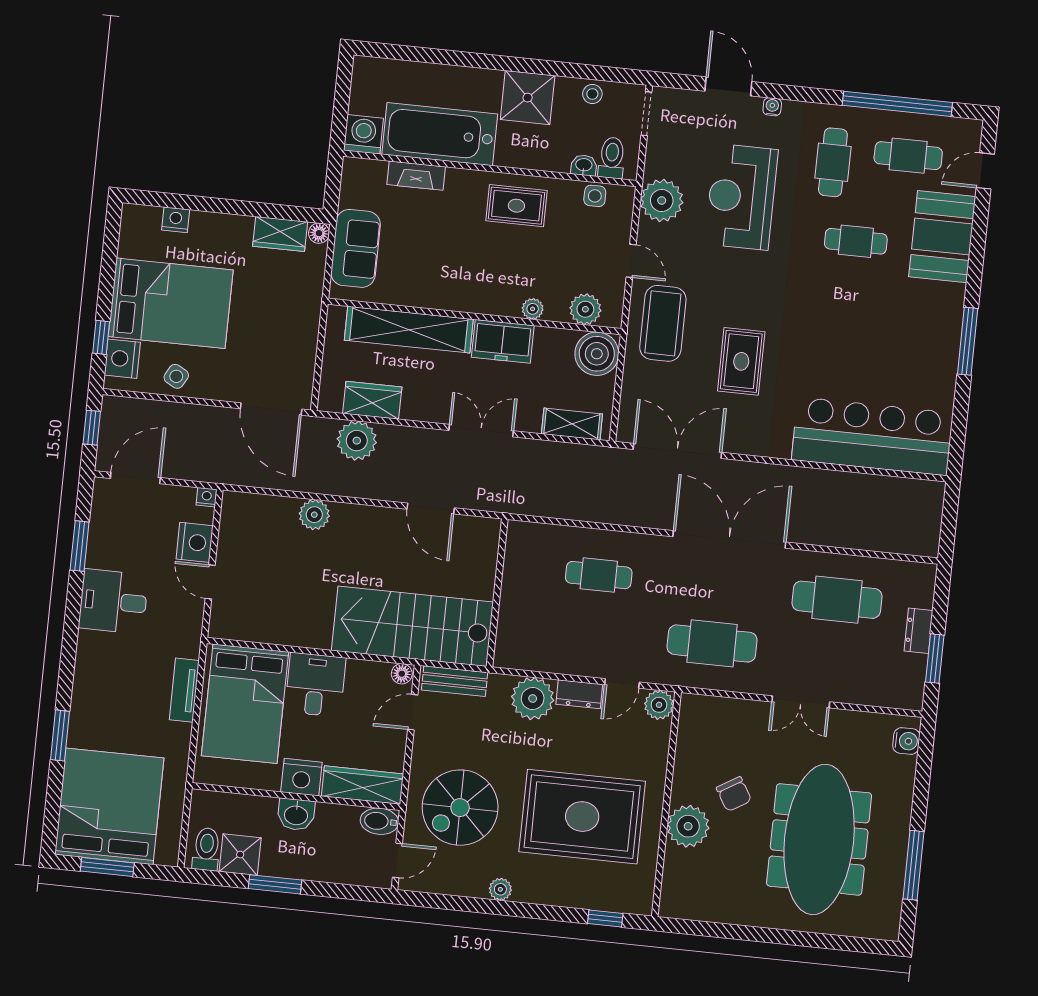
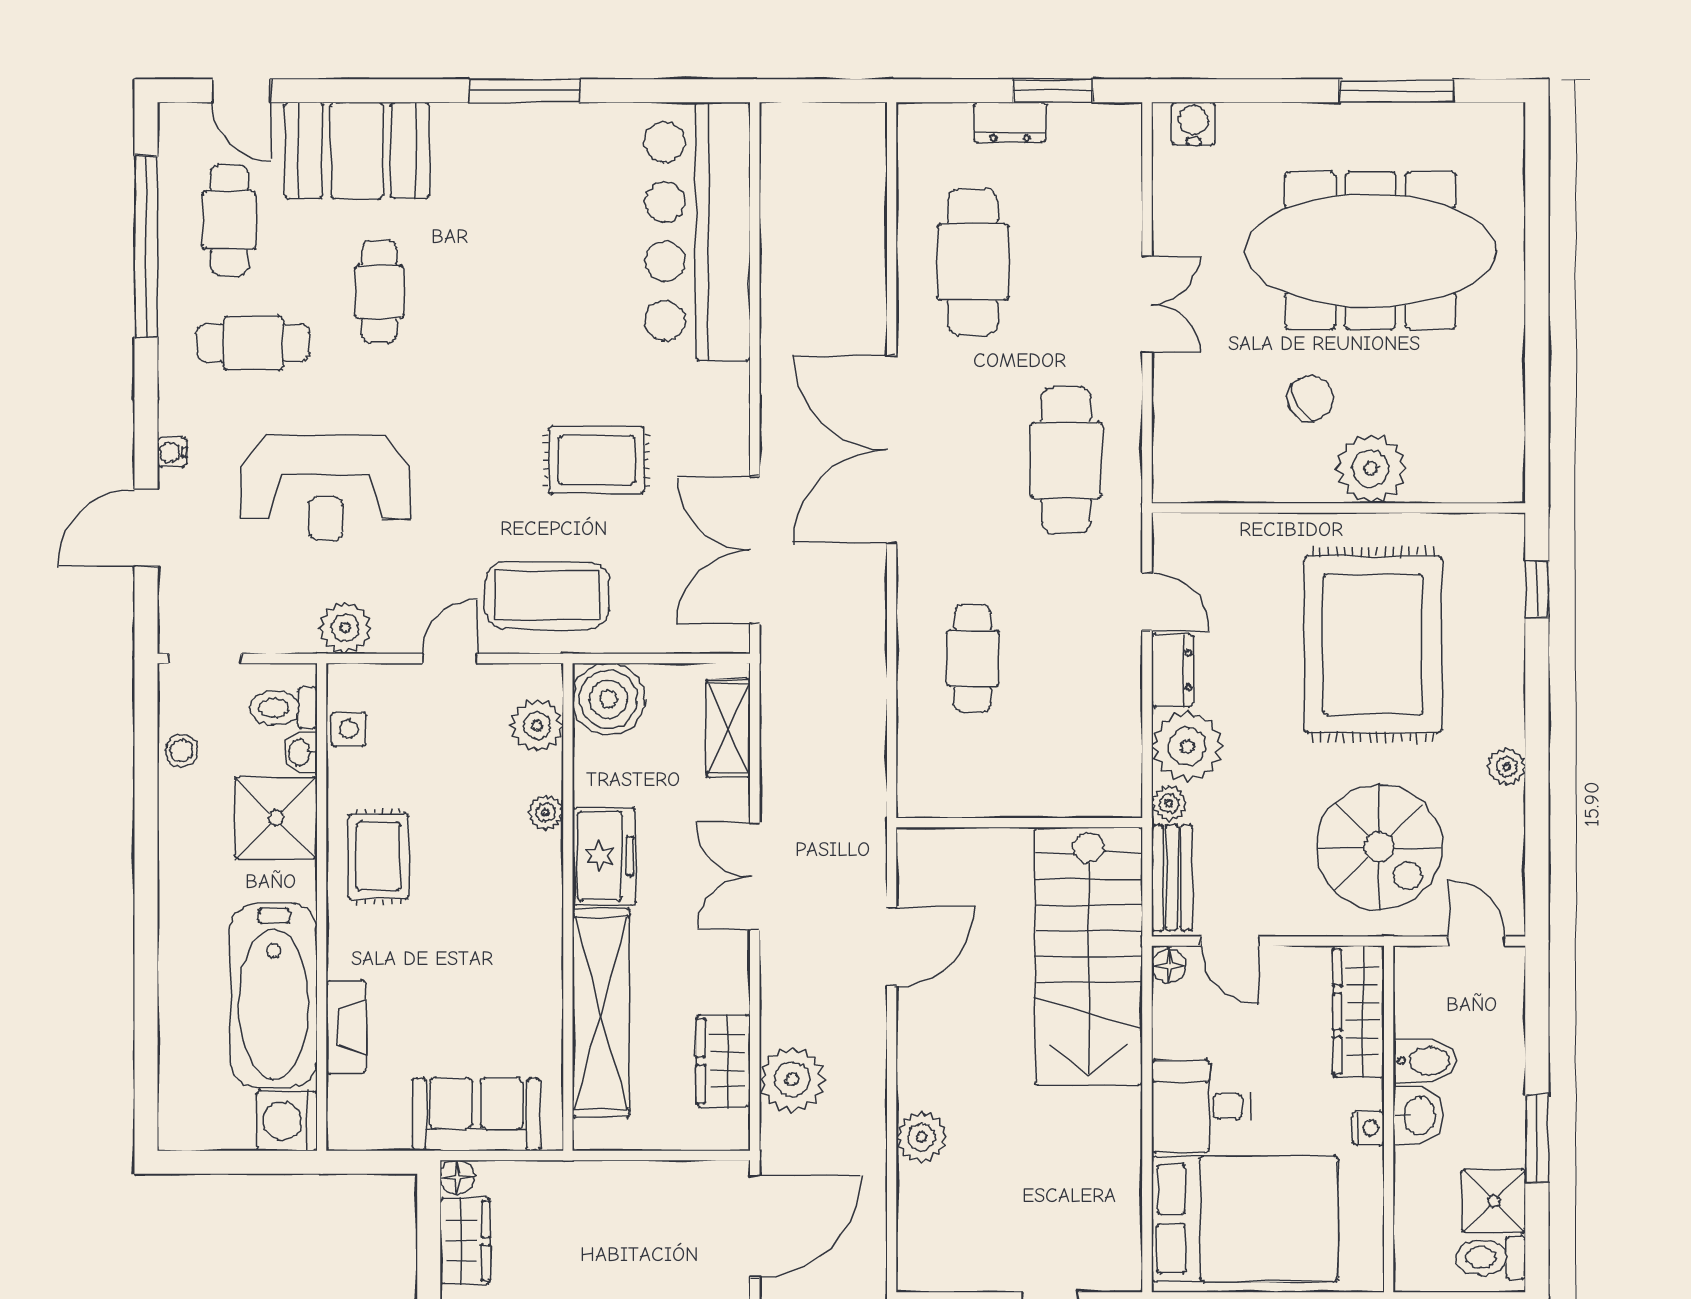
shower: (528, 98) -> (276, 818), moved
plant: (662, 200) -> (345, 628), width x0.73, depth x0.73
plant: (659, 705) -> (1169, 803), moved, width x0.73, depth x0.73
nightstand: (301, 777) -> (1368, 1128), width x0.53, depth x0.56
bidet: (379, 821) -> (1425, 1061), moved, turned -90

